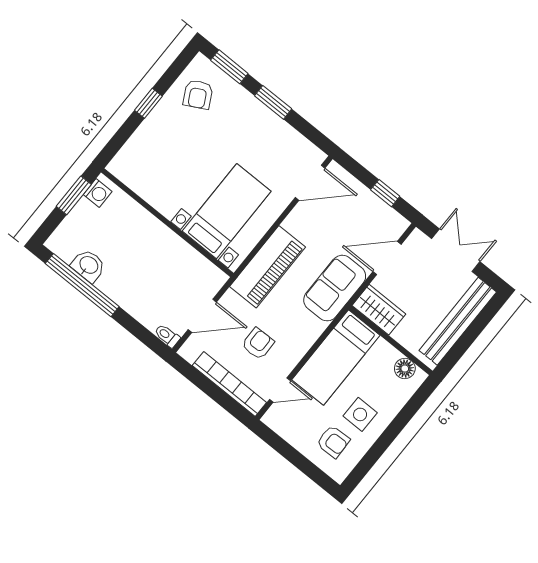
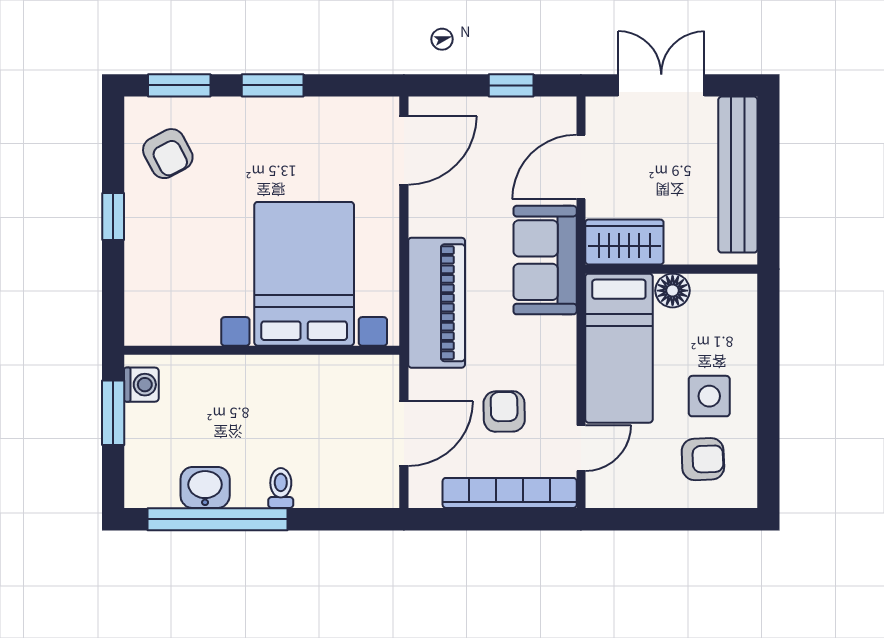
bed with nightstands: (227, 211) -> (304, 274), width x1.36
toilet: (167, 336) -> (281, 488), moved, turned 90
floor lamp: (405, 369) -> (673, 291), moved

